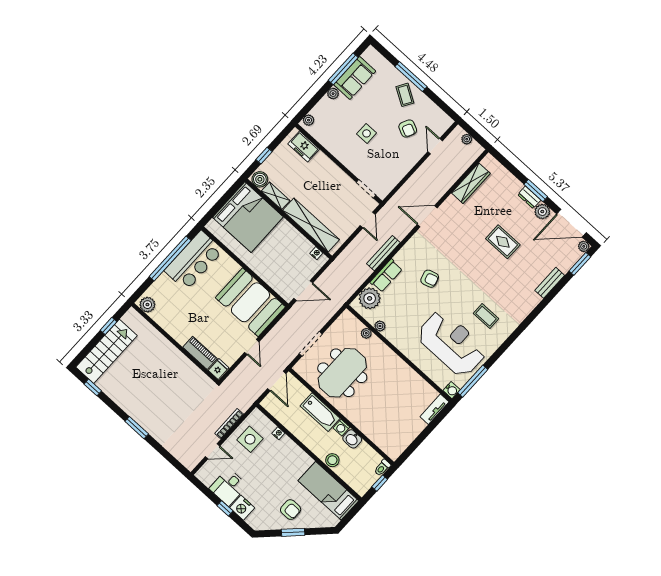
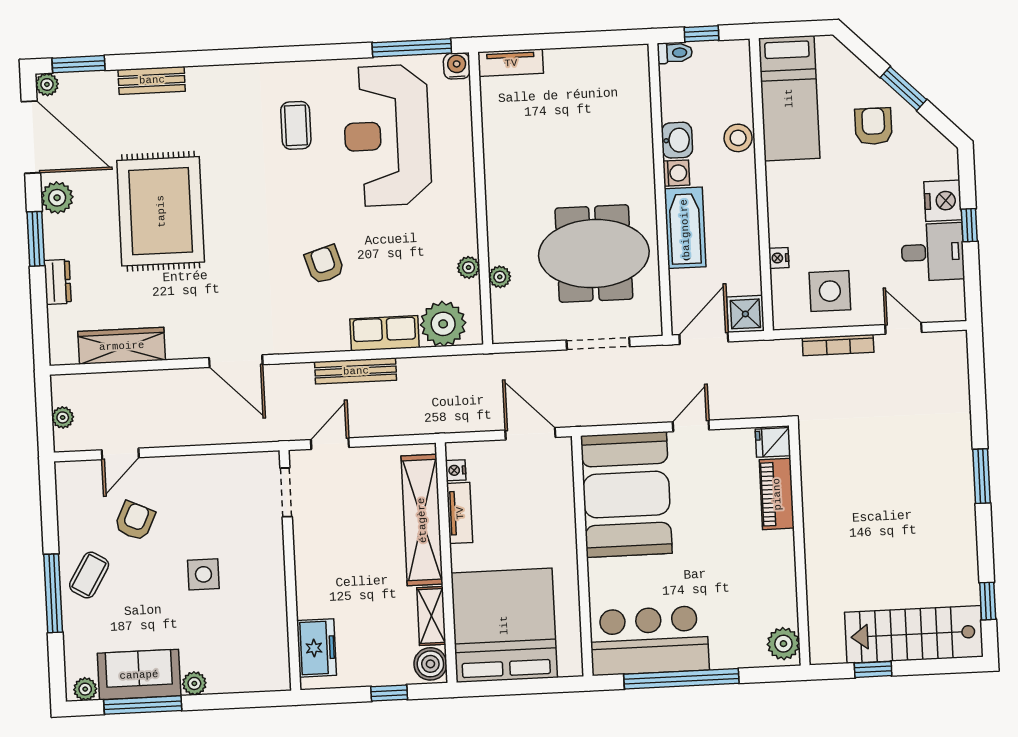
plant: (309, 120) -> (85, 689), moved
dresser: (529, 197) -> (58, 282), moved
tv unit: (301, 240) -> (460, 513), added
rug: (503, 242) -> (161, 211), width x1.86, depth x2.06
shower: (271, 403) -> (745, 314), added

